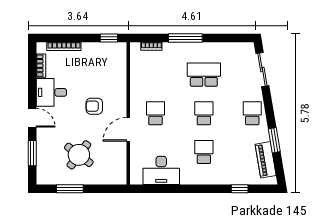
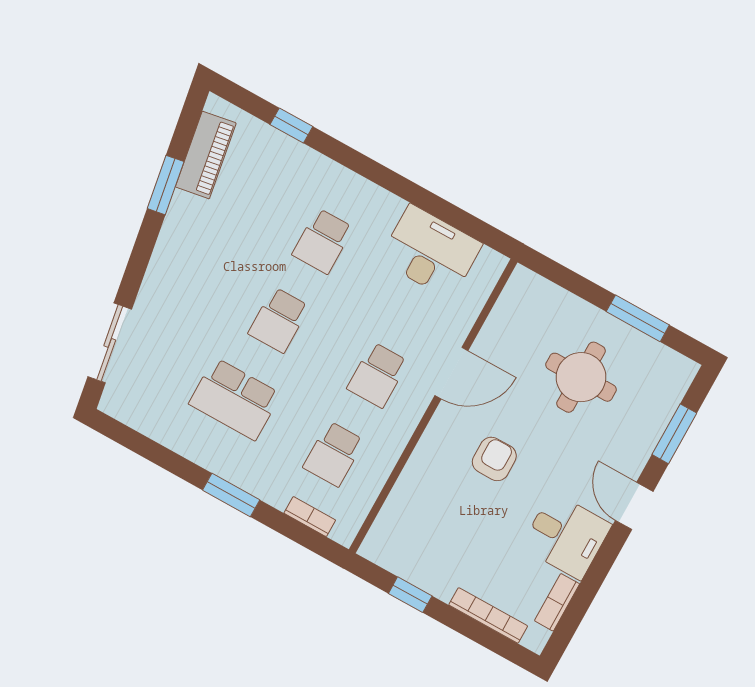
window: (109, 38) -> (410, 595), moved
window: (185, 38) -> (231, 495), width x0.69
armchair: (94, 106) -> (494, 459), turned -90
school desk: (252, 113) -> (334, 454), moved
round table: (79, 155) -> (581, 377), turned -37

